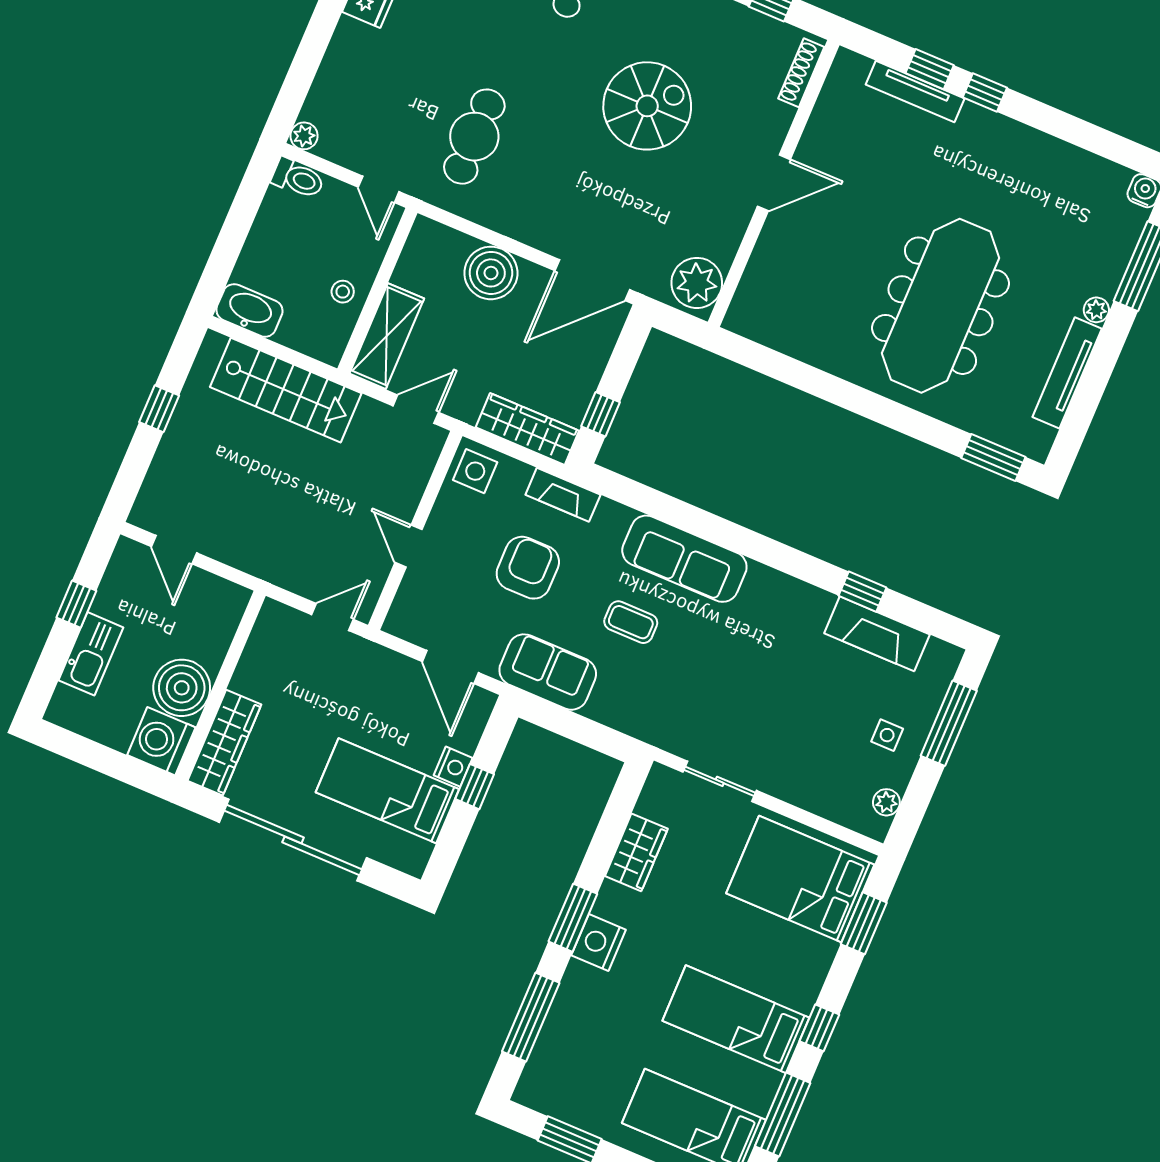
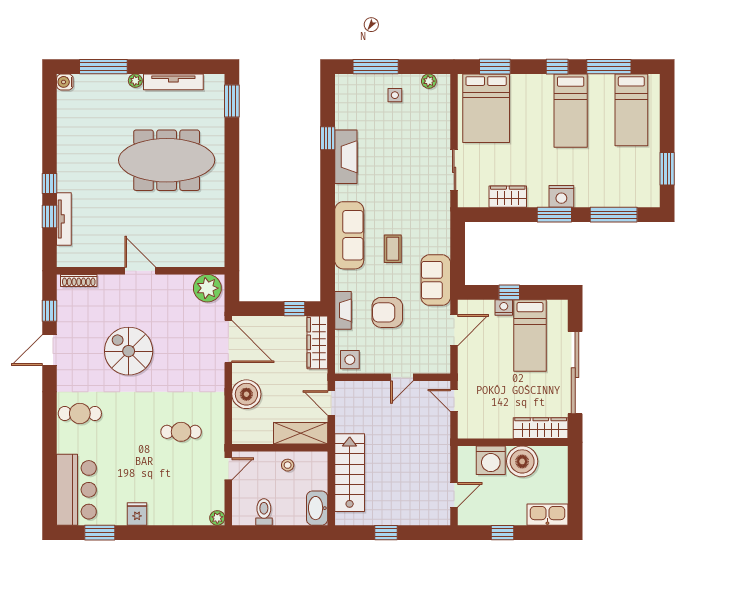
cafe table: (474, 137) -> (181, 432), width x0.73, depth x0.74
toilet: (298, 178) -> (264, 512), moved
fireplace: (877, 634) -> (346, 157), moved
kitchen sink: (91, 654) -> (547, 515), moved
washing machine: (161, 741) -> (491, 460), moved

